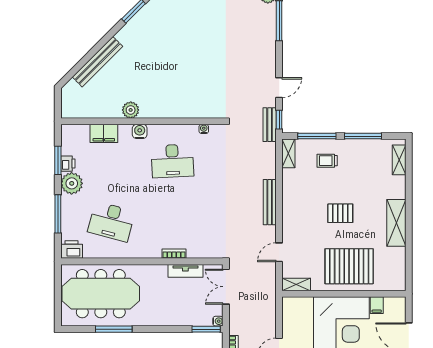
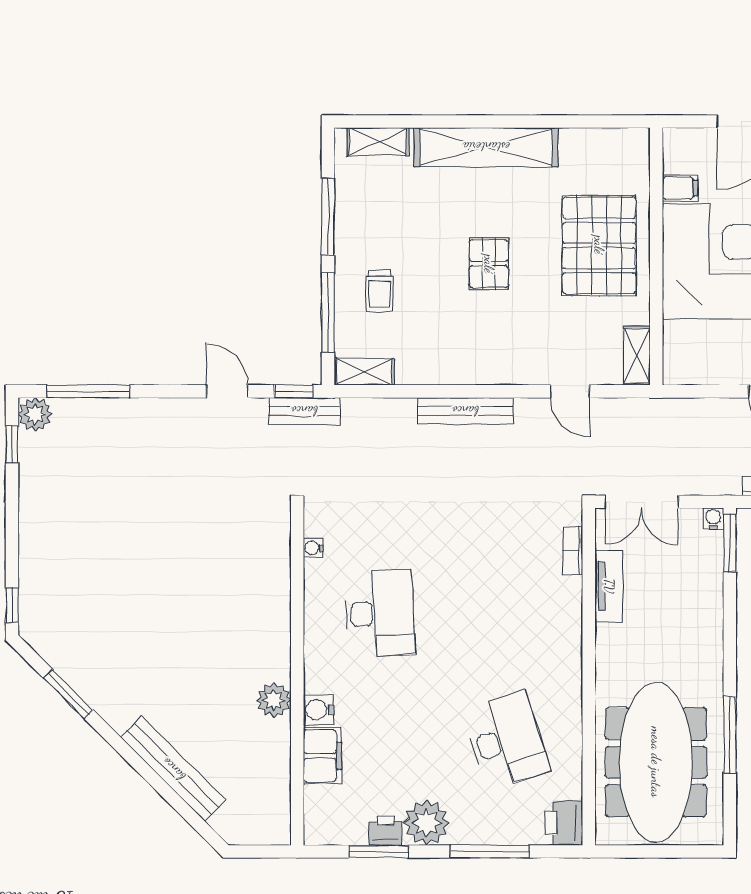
water cooler: (140, 131) -> (319, 710), moved
desk: (111, 222) -> (506, 740), turned -33
shelving: (396, 223) -> (486, 147), width x1.47
bookcase: (174, 254) -> (573, 551), moved

